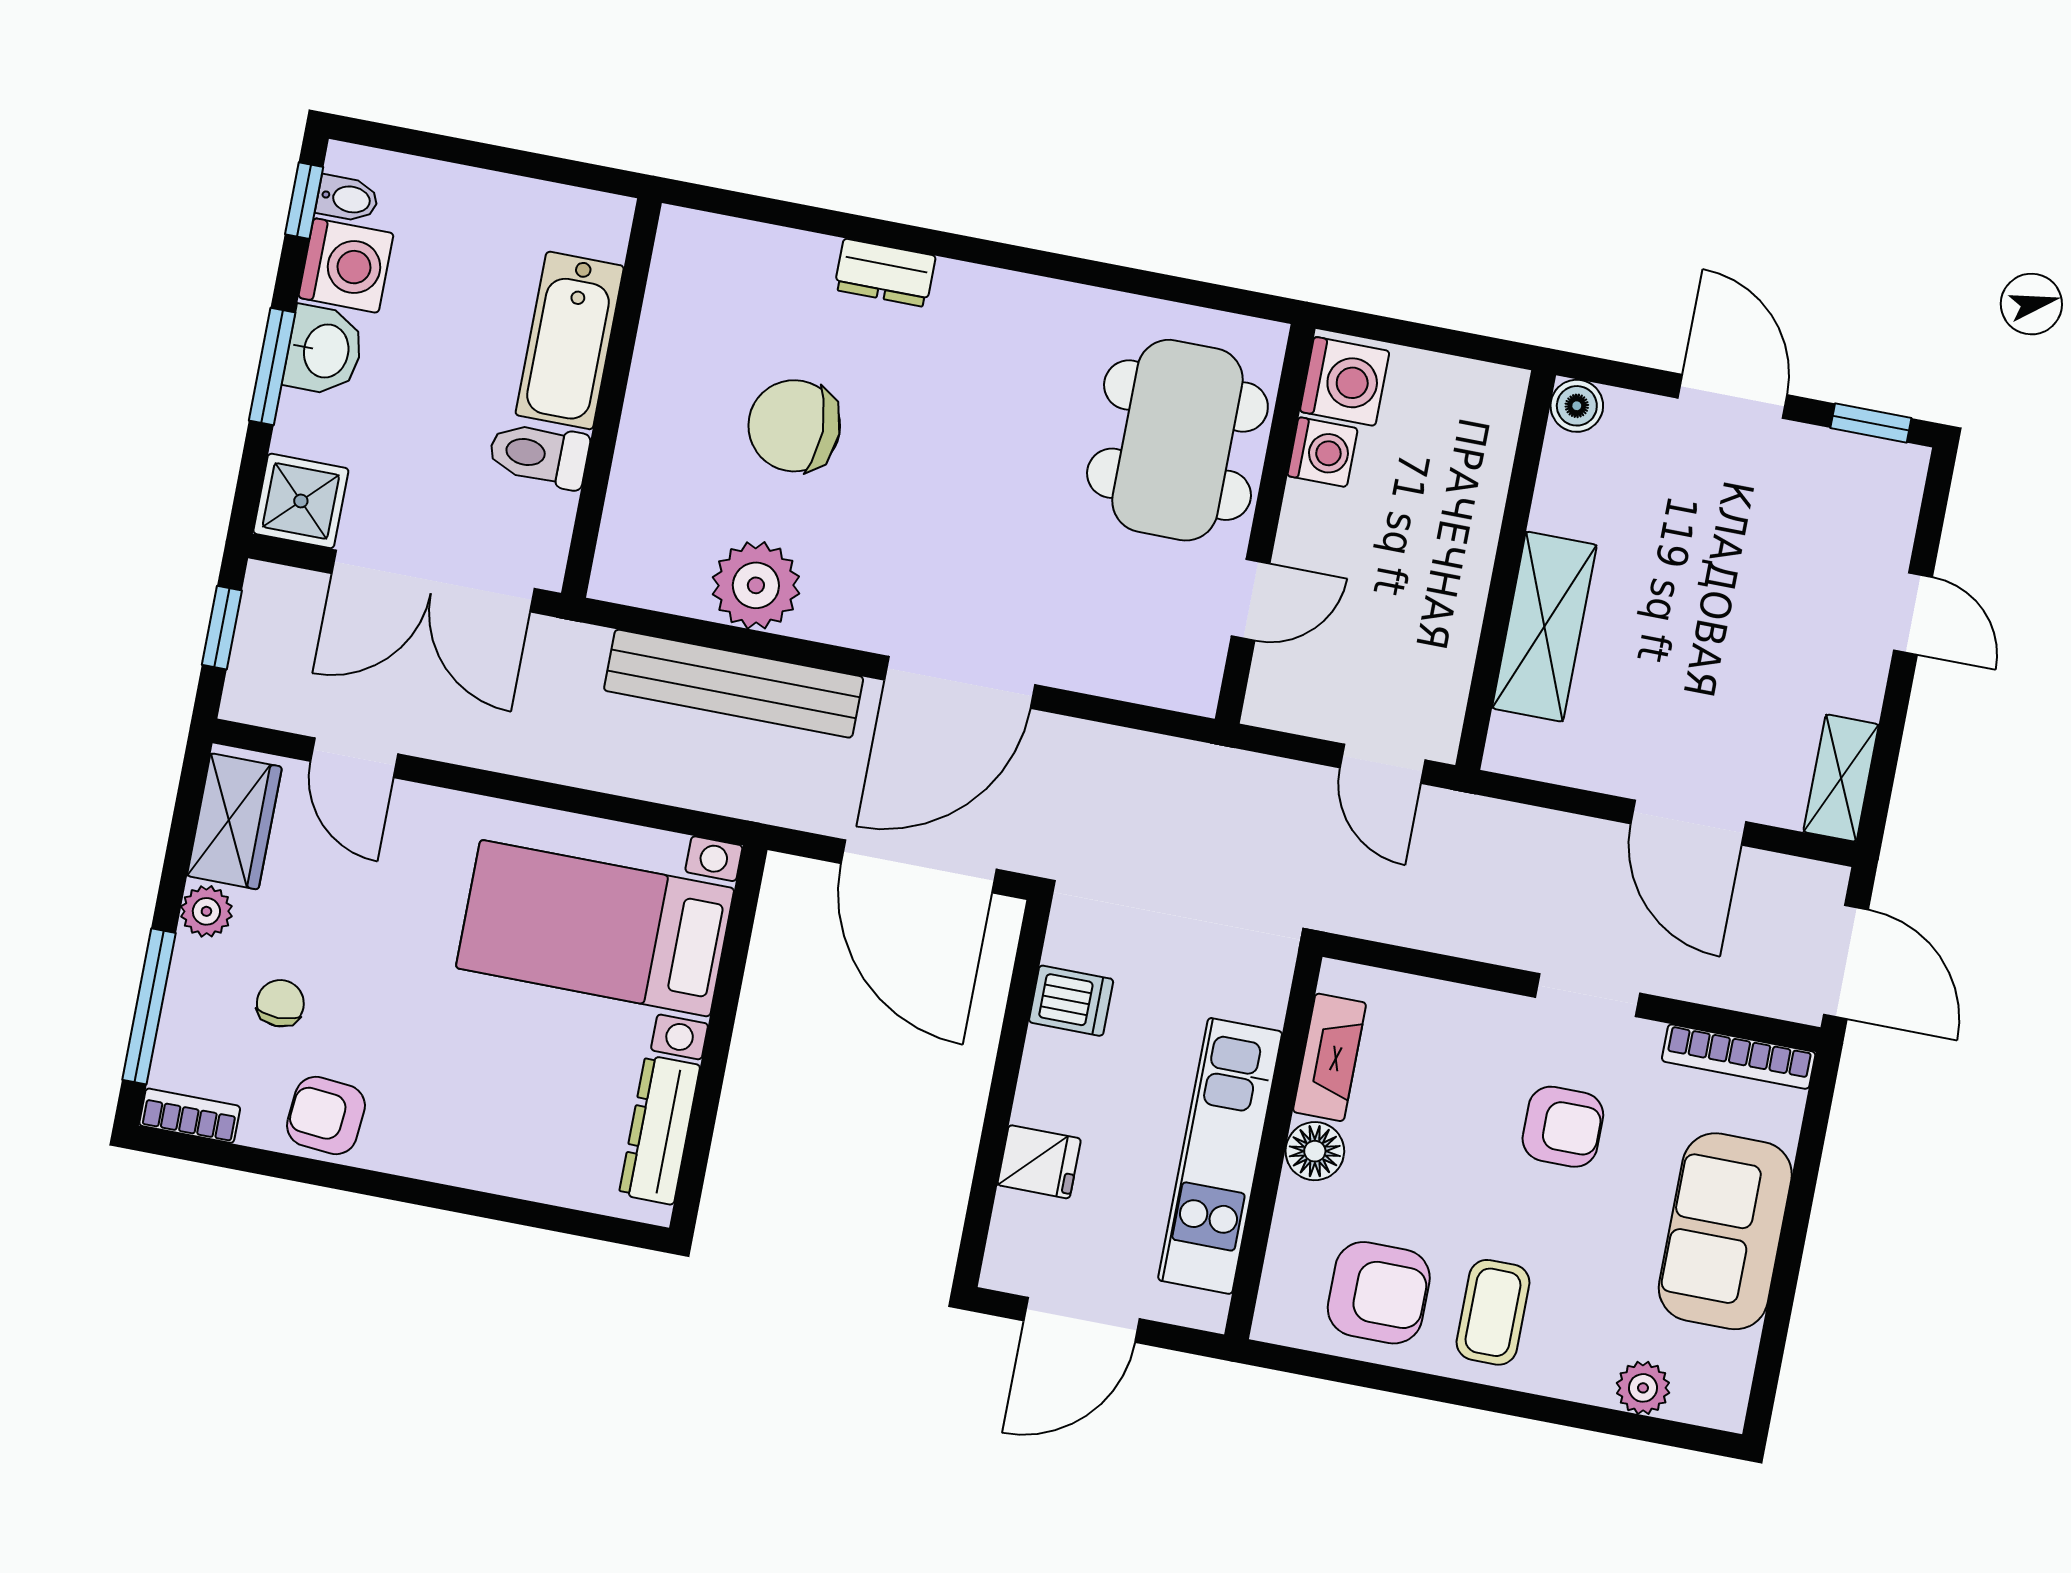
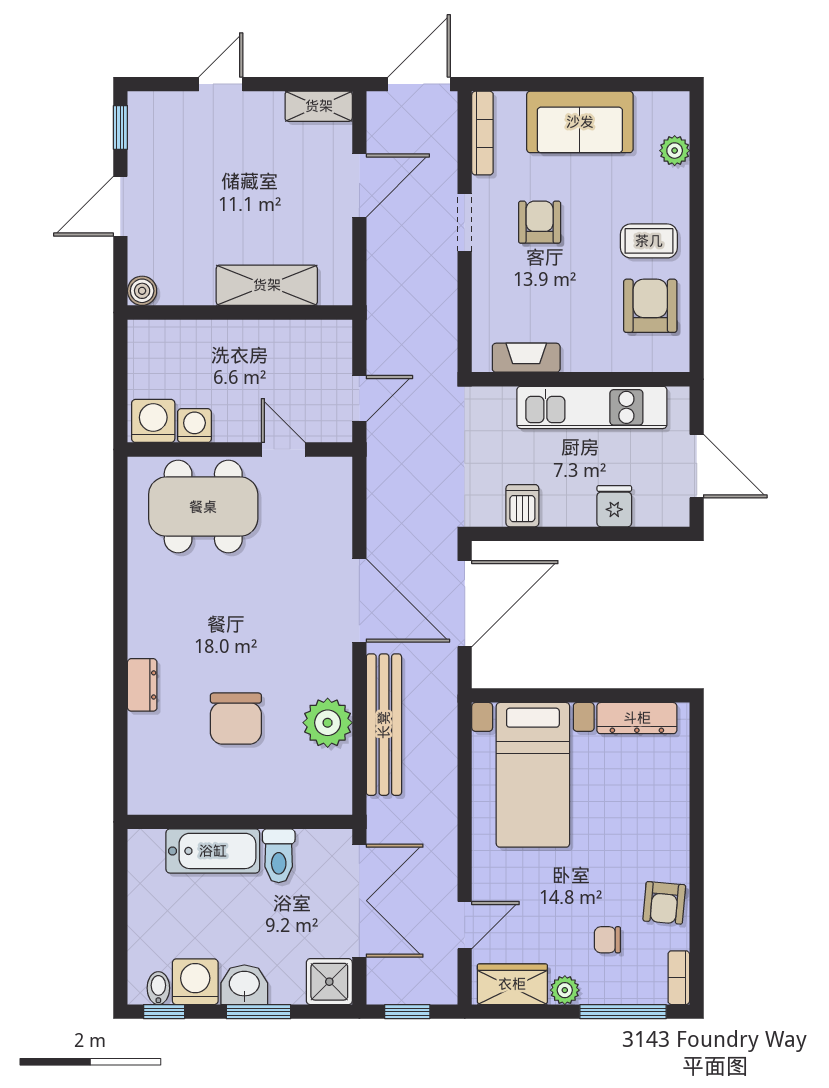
door: (1383, 764) -> (359, 399), moved
floor lamp: (1315, 1151) -> (579, 356), removed

